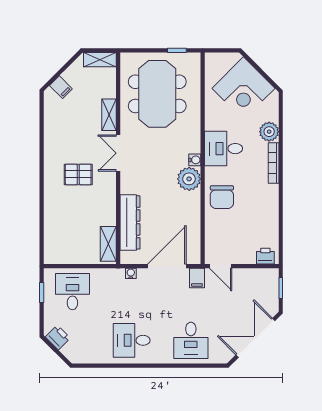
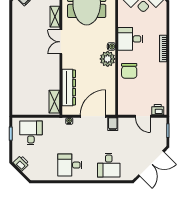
plant: (269, 132) -> (160, 28), removed
pallet: (78, 174) -> (35, 56), removed
door: (221, 266) -> (143, 116), moved
double door: (255, 338) -> (151, 163), swing flipped

